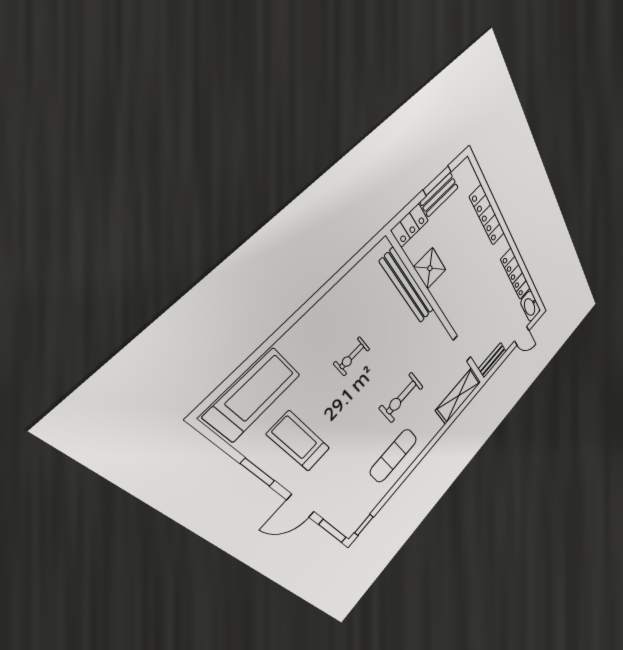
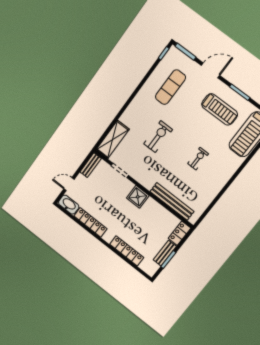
shower: (430, 268) -> (138, 197), moved
exercise mat: (394, 456) -> (170, 87), moved

